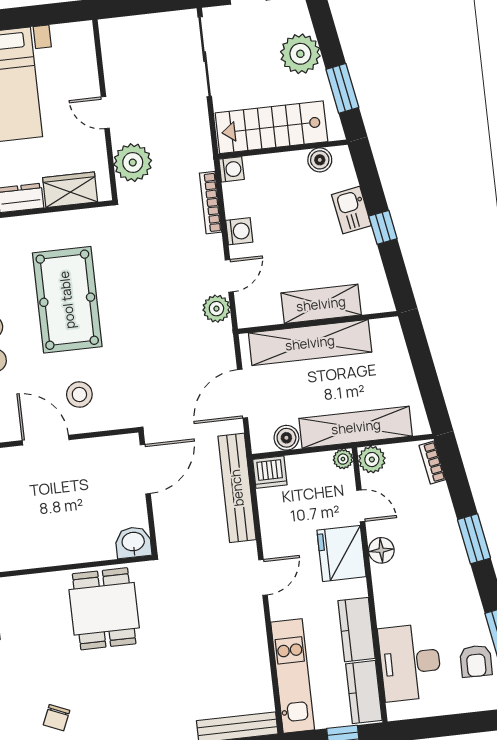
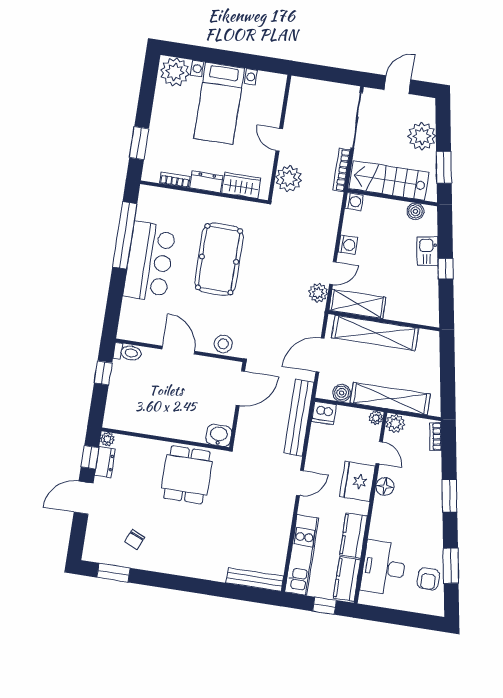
bookcase: (211, 203) -> (342, 170), moved
shelving: (321, 304) -> (357, 304), moved
stool: (79, 394) -> (223, 344), moved

